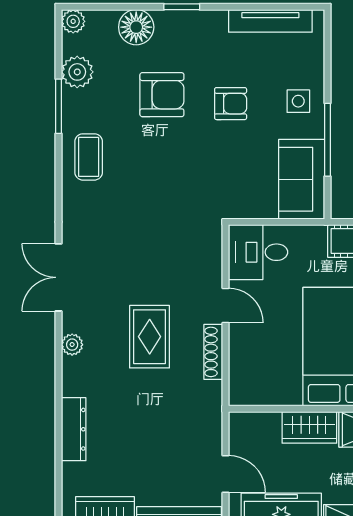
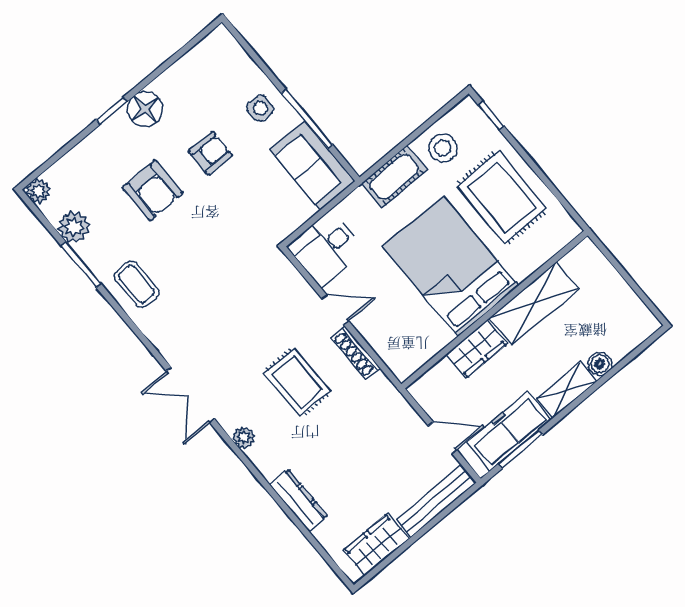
tv unit: (270, 21) -> (188, 65), removed
floor lamp: (136, 27) -> (145, 109), moved
armchair: (162, 95) -> (153, 190), turned 90

